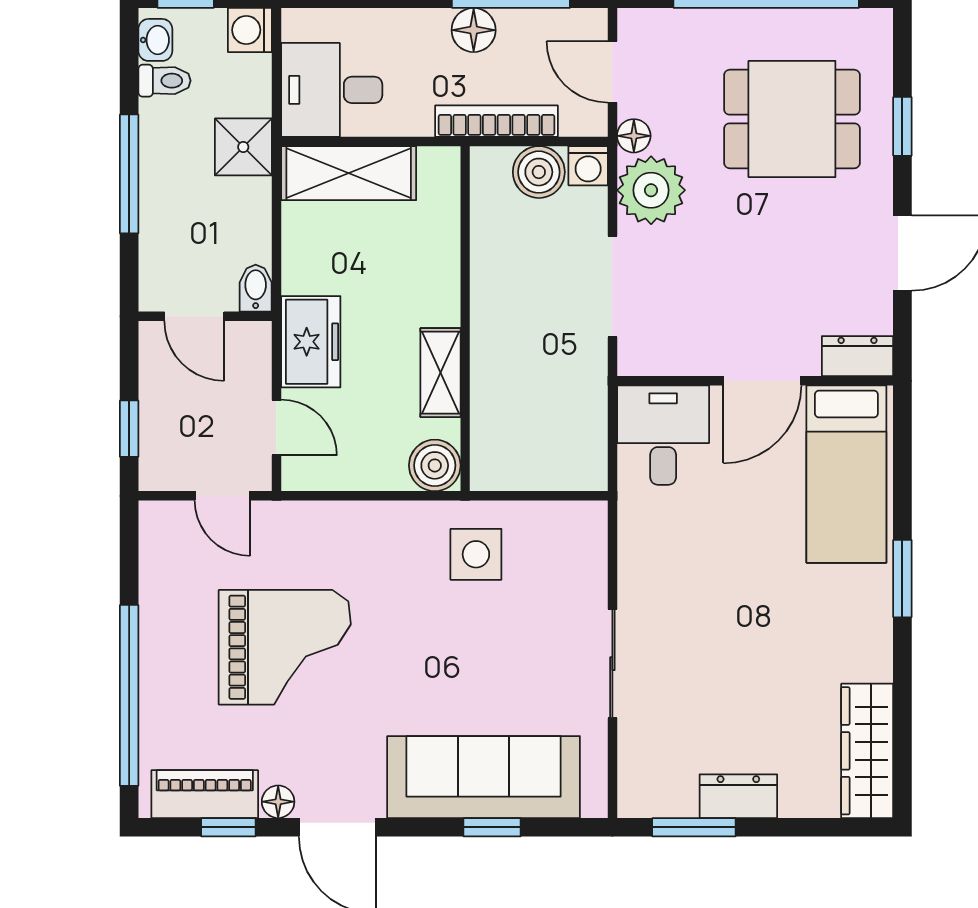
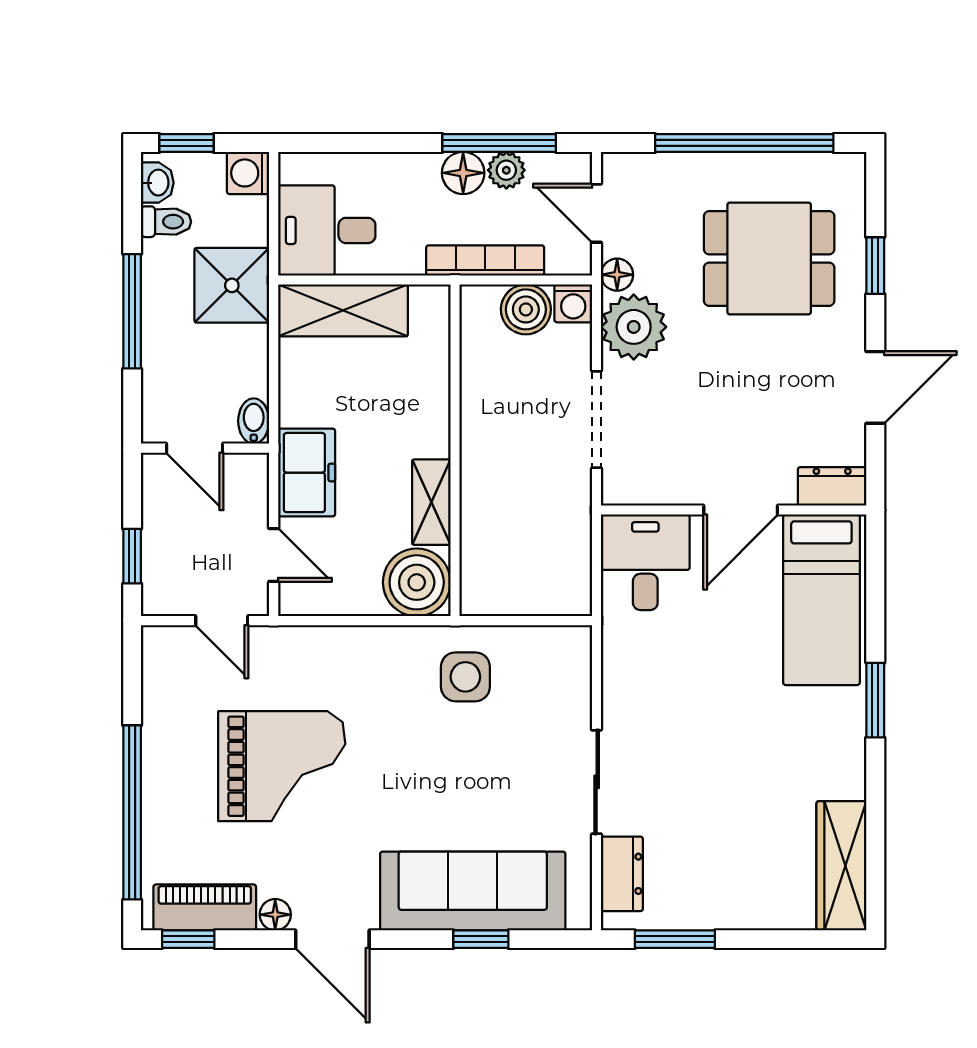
plant: (519, 27) -> (506, 170), added
shower: (243, 147) -> (232, 285), width x1.36, depth x1.36
boiler: (435, 465) -> (417, 582), width x1.37, depth x1.37
dresser: (738, 796) -> (622, 874), moved, turned 90
window: (228, 827) -> (188, 939), moved

